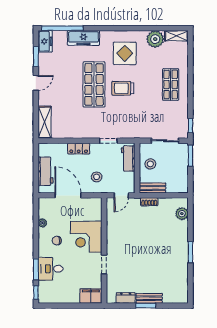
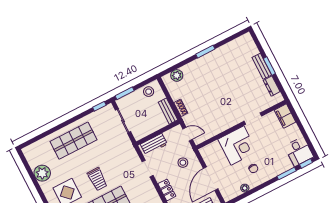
shelving: (176, 36) -> (30, 157), removed
shop shelf: (171, 84) -> (74, 141), width x1.43, depth x1.36
stool: (150, 164) -> (149, 92), moved
desk: (51, 269) -> (299, 152), moved

